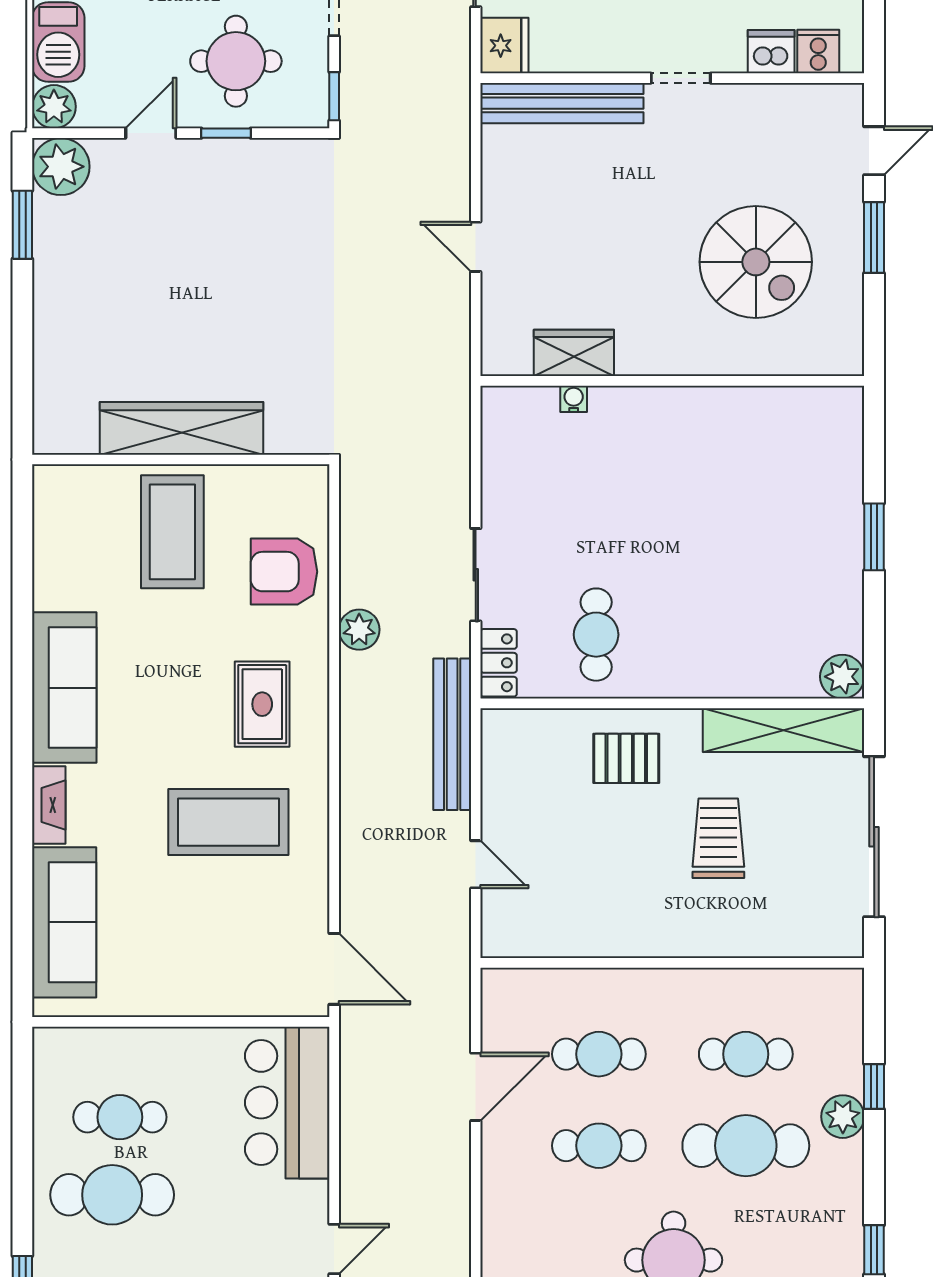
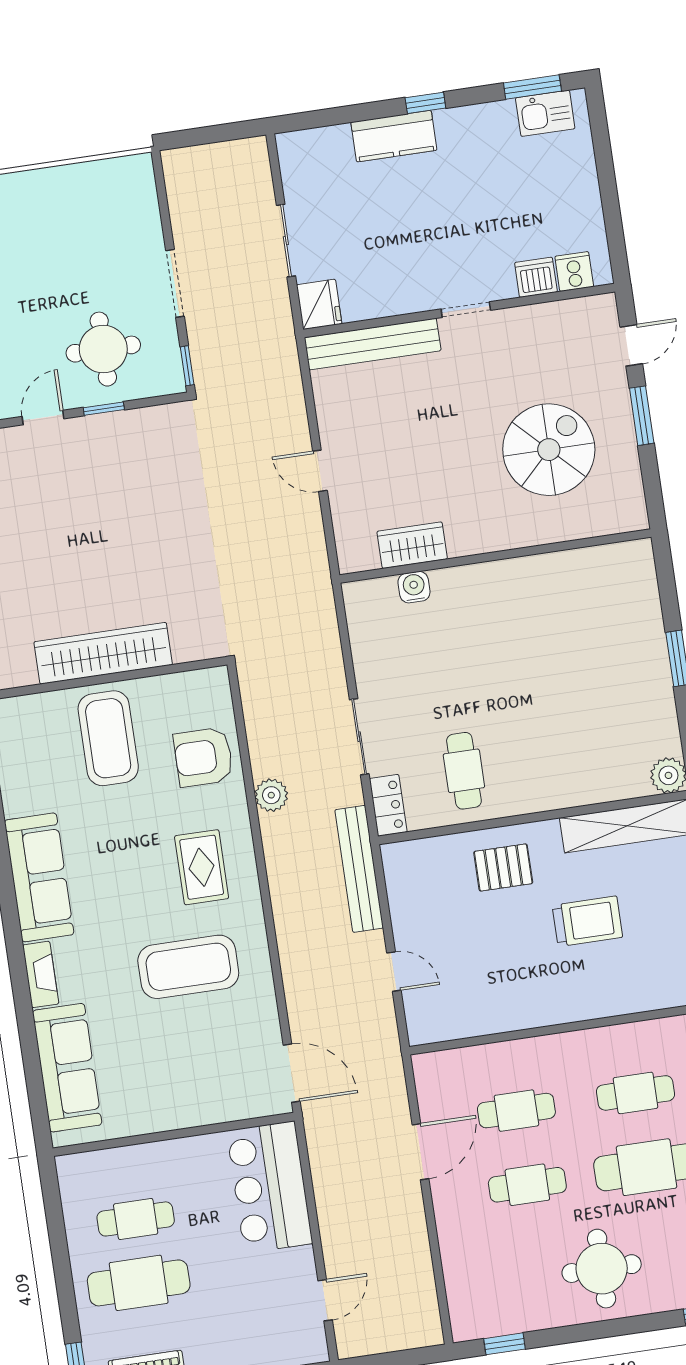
spiral stairs: (756, 262) -> (549, 450), turned -90
water cooler: (574, 399) -> (414, 587), width x1.38, depth x1.38
trolley: (718, 838) -> (587, 921), turned 90

